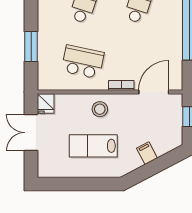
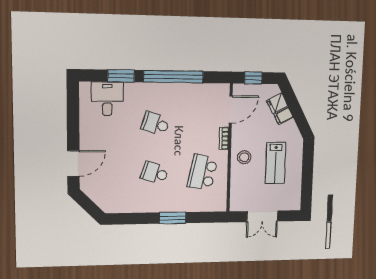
window: (31, 47) -> (173, 218), moved
door: (154, 92) -> (231, 110), swing flipped
fridge: (46, 103) -> (277, 103), moved, turned 152

